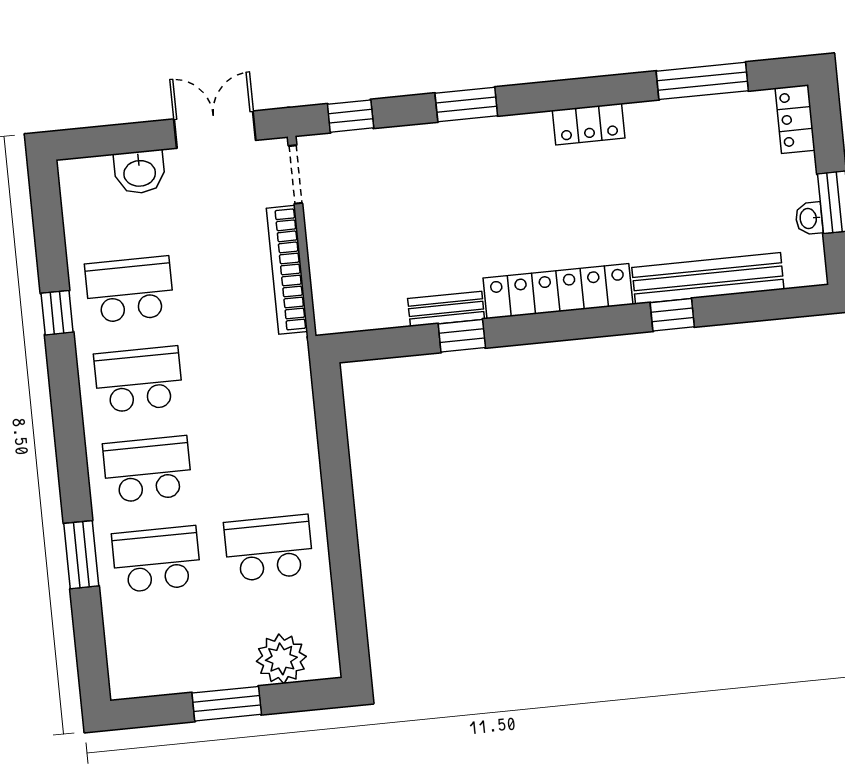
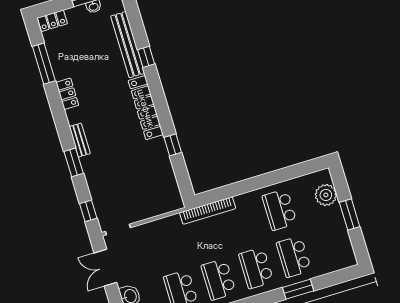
locker: (589, 124) -> (67, 94), moved
bookcase: (287, 270) -> (208, 211), moved
bench: (446, 309) -> (80, 140), moved

